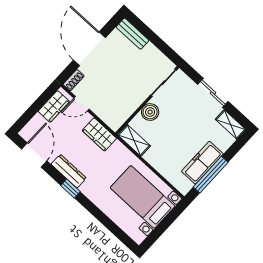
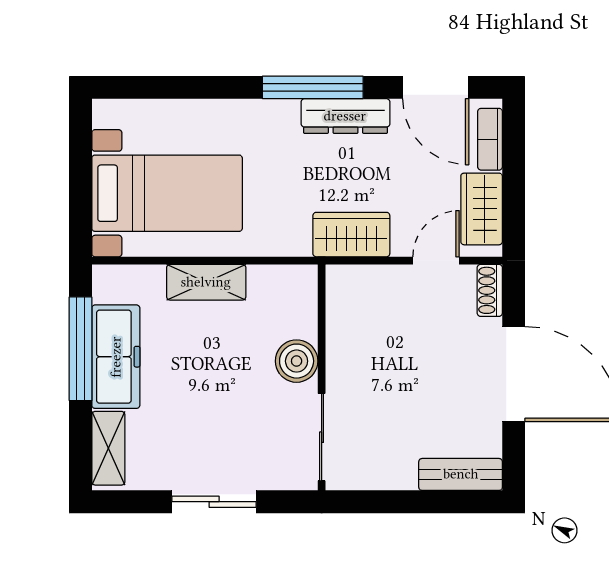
shelving: (231, 124) -> (108, 448), moved, turned 90
bookcase: (32, 125) -> (490, 139), added
shelving: (134, 140) -> (206, 282), moved
window: (71, 189) -> (313, 87), width x2.17

